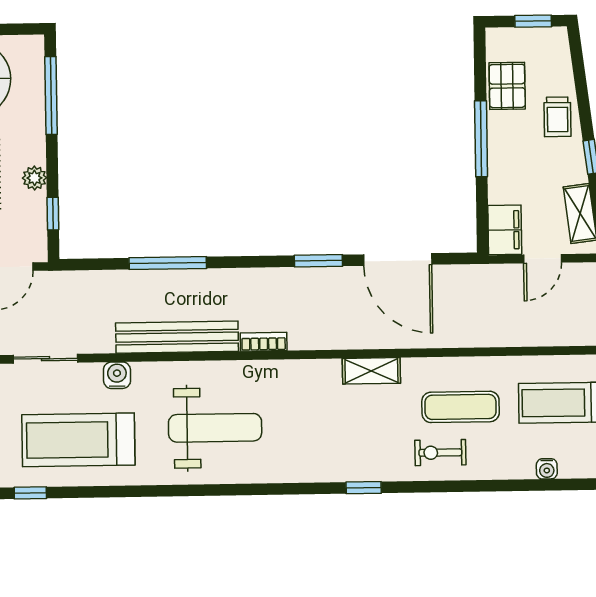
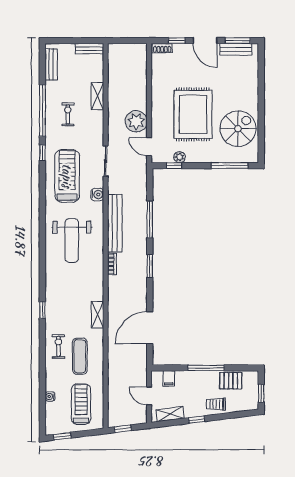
plant: (34, 178) -> (180, 157), moved
filing cabinet: (505, 230) -> (169, 378), width x0.50
window: (318, 261) -> (150, 266), moved

